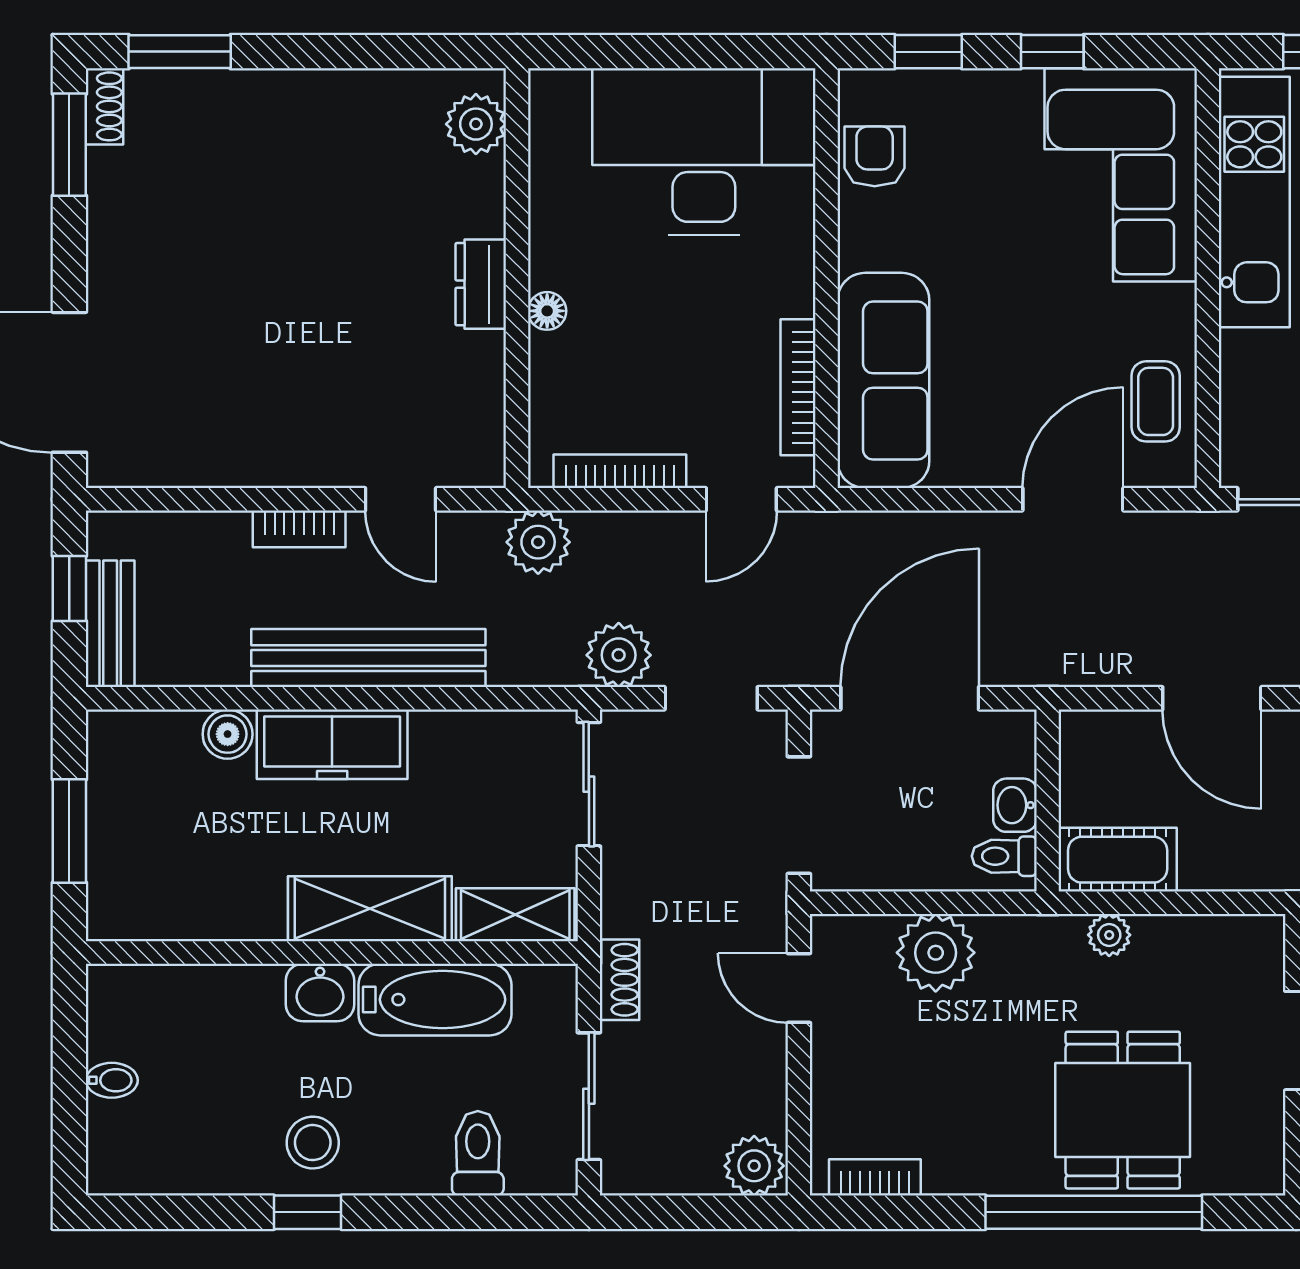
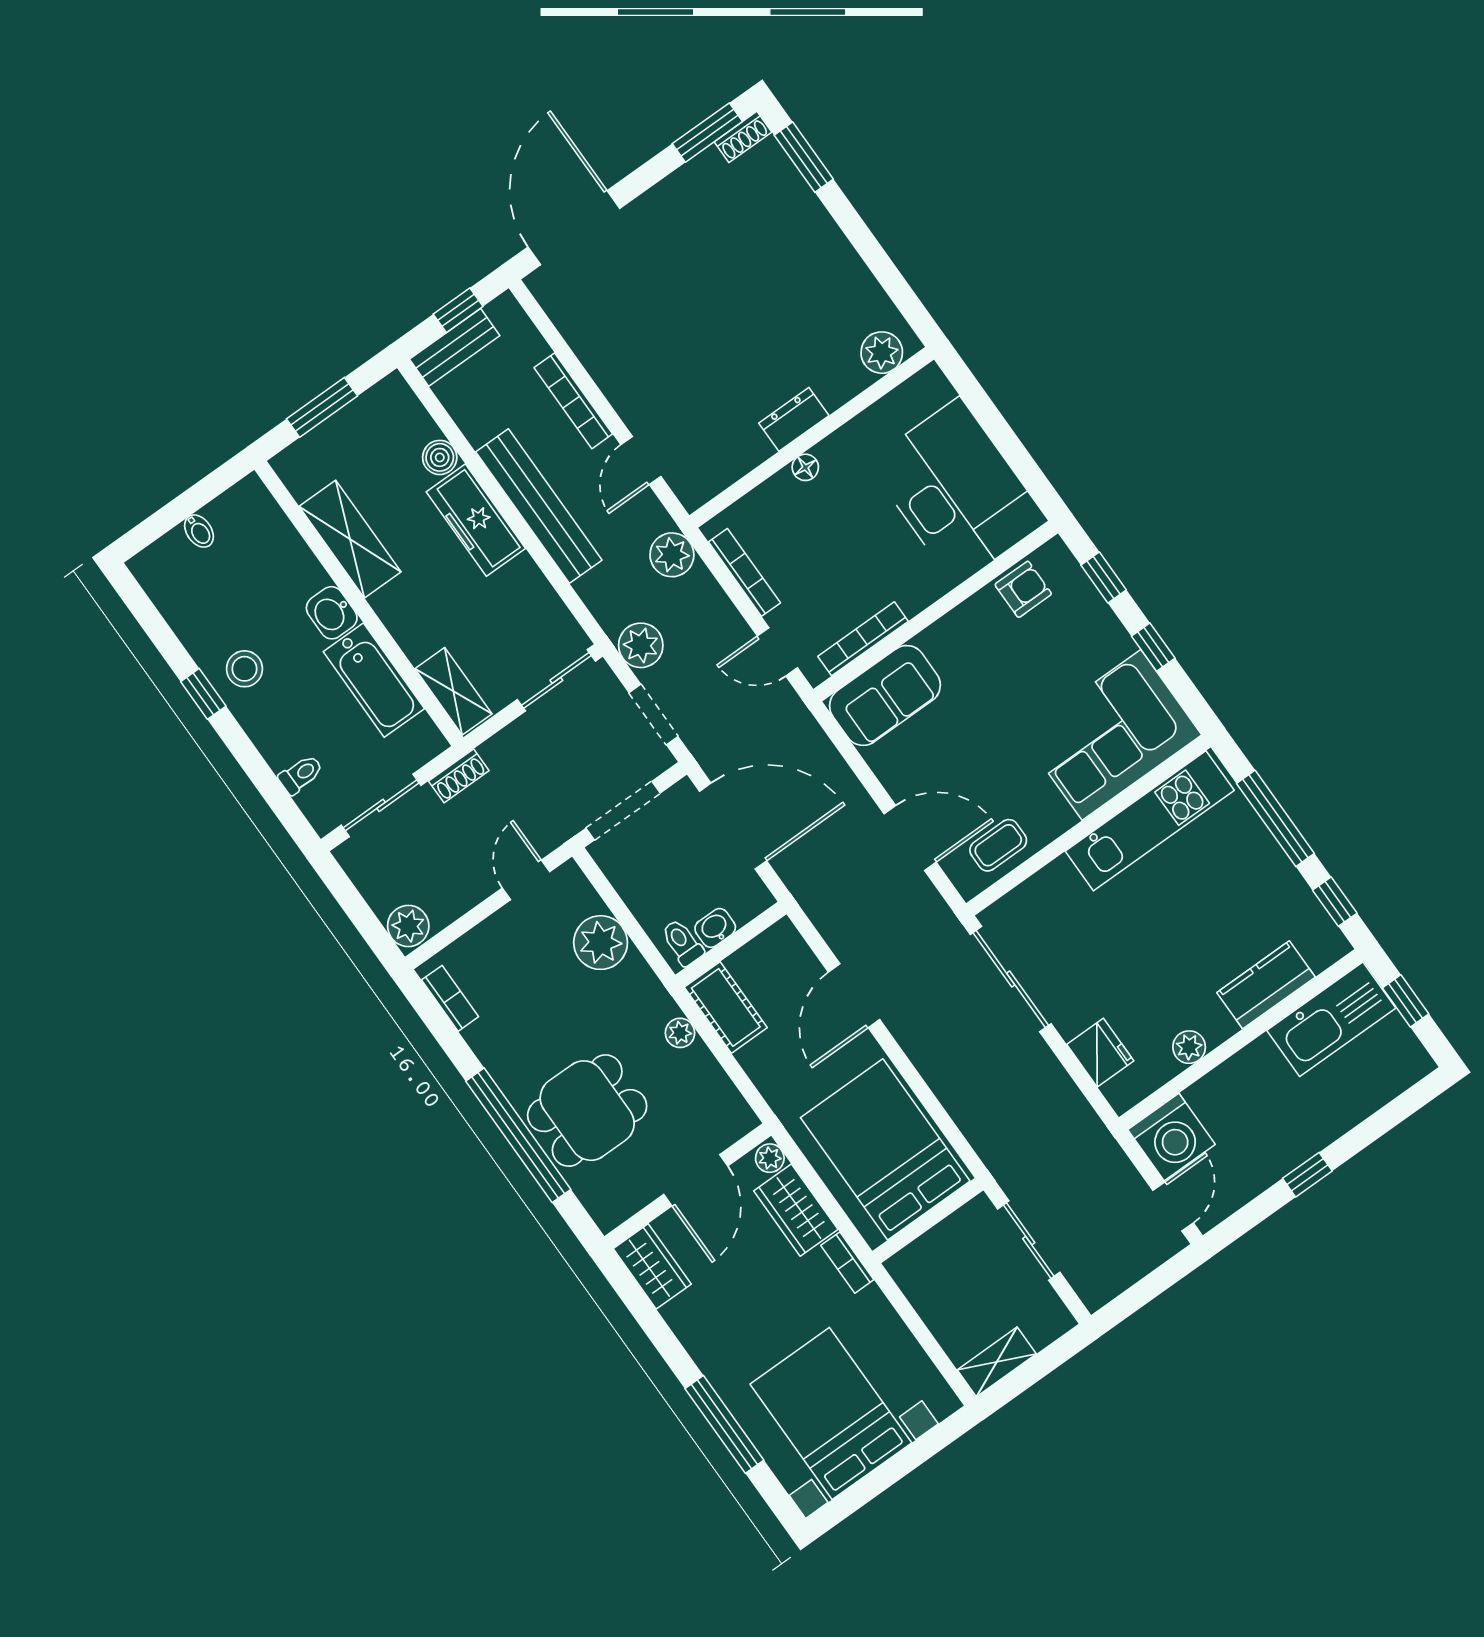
sofa: (883, 380) -> (885, 695), width x0.73
bookcase: (299, 529) -> (573, 401), width x1.56
shelving: (370, 909) -> (350, 539), moved
toilet: (478, 1153) -> (301, 774), width x0.73, depth x0.72

